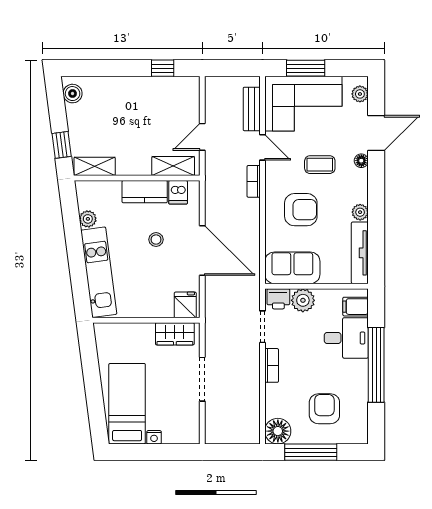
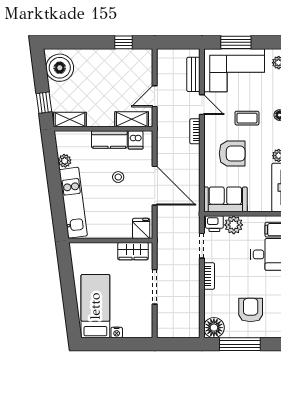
boiler: (73, 94) -> (60, 68), width x1.86, depth x1.86

